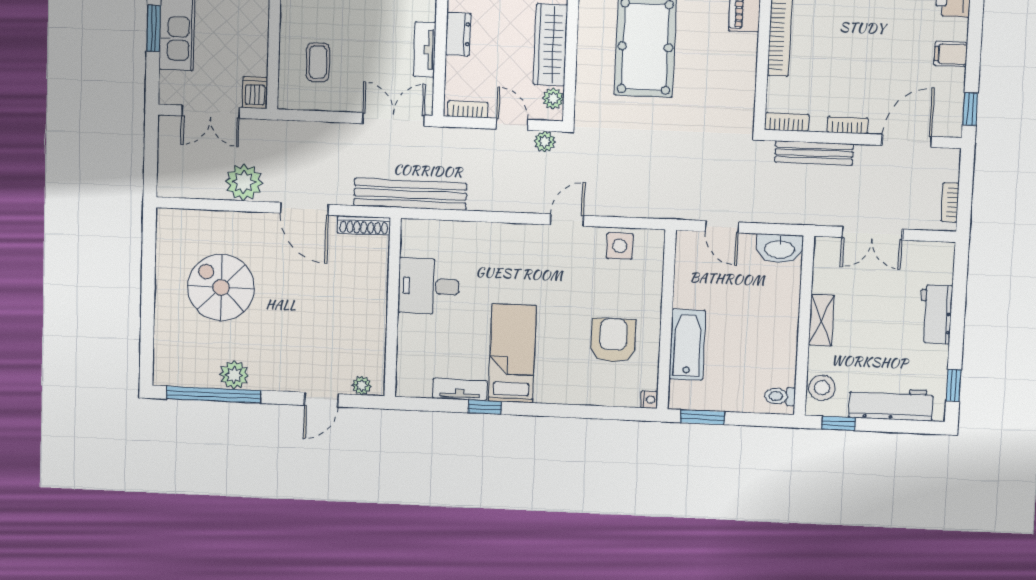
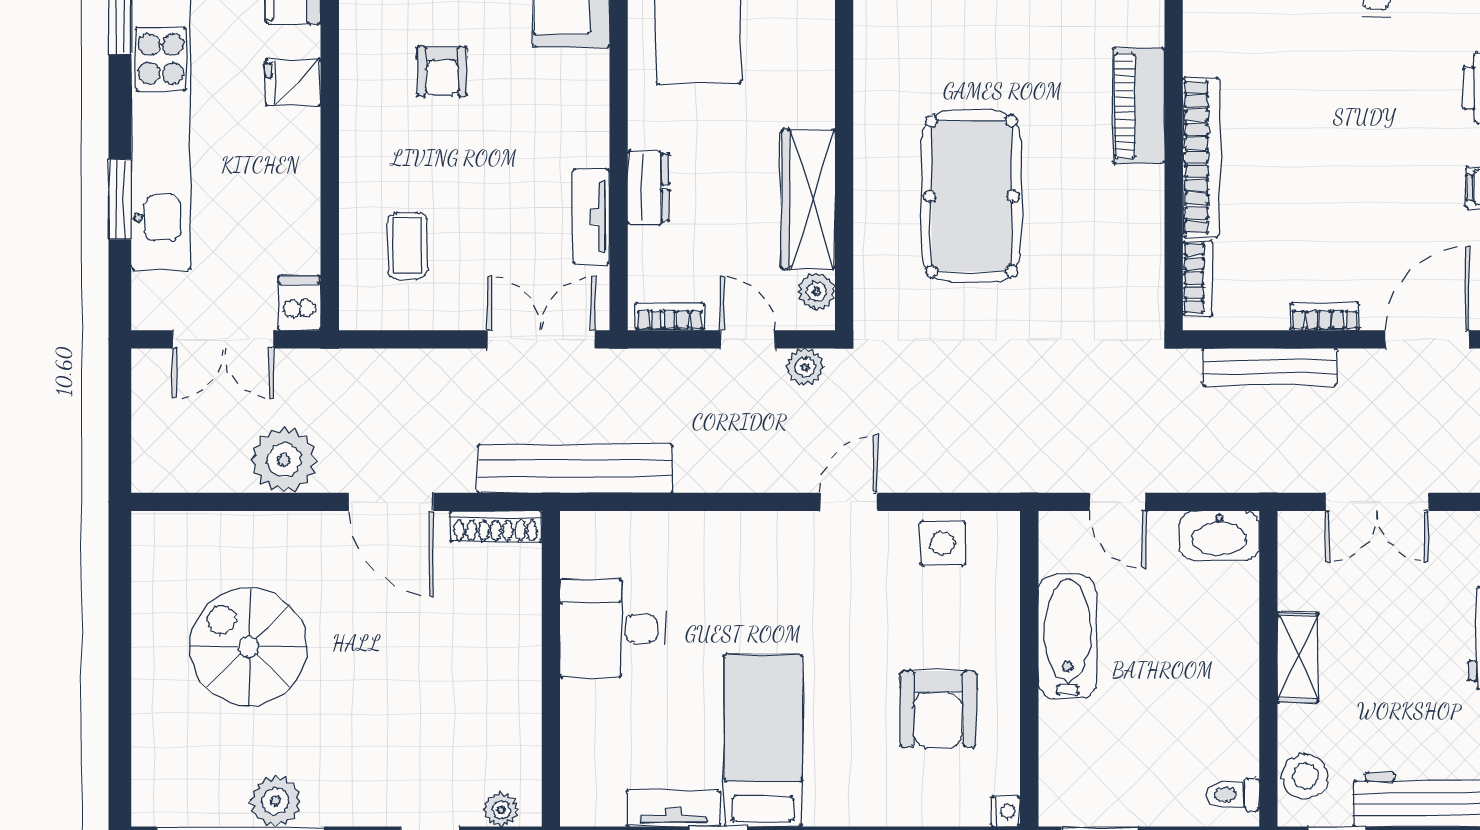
bookcase: (787, 122) -> (1198, 278), moved, turned 90
armchair: (613, 340) -> (938, 709), turned 180
bathtub: (687, 345) -> (1067, 637), moved

